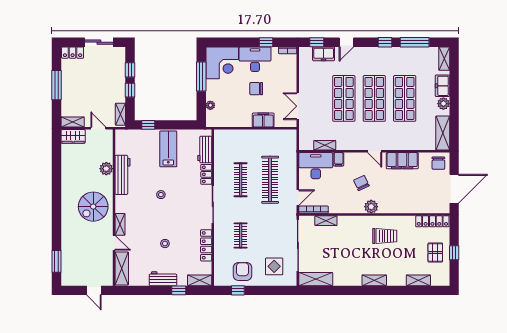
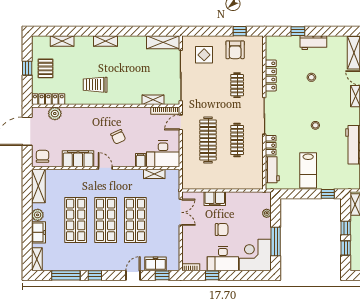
plant: (371, 207) -> (55, 114), moved
shelving: (200, 280) -> (277, 41), removed

